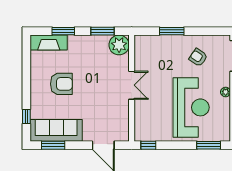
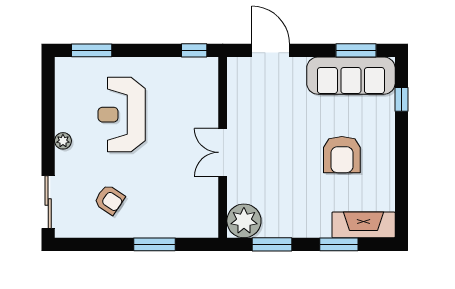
armchair: (61, 84) -> (342, 155), turned -90
reception desk: (191, 107) -> (122, 115), width x0.74, depth x0.77

